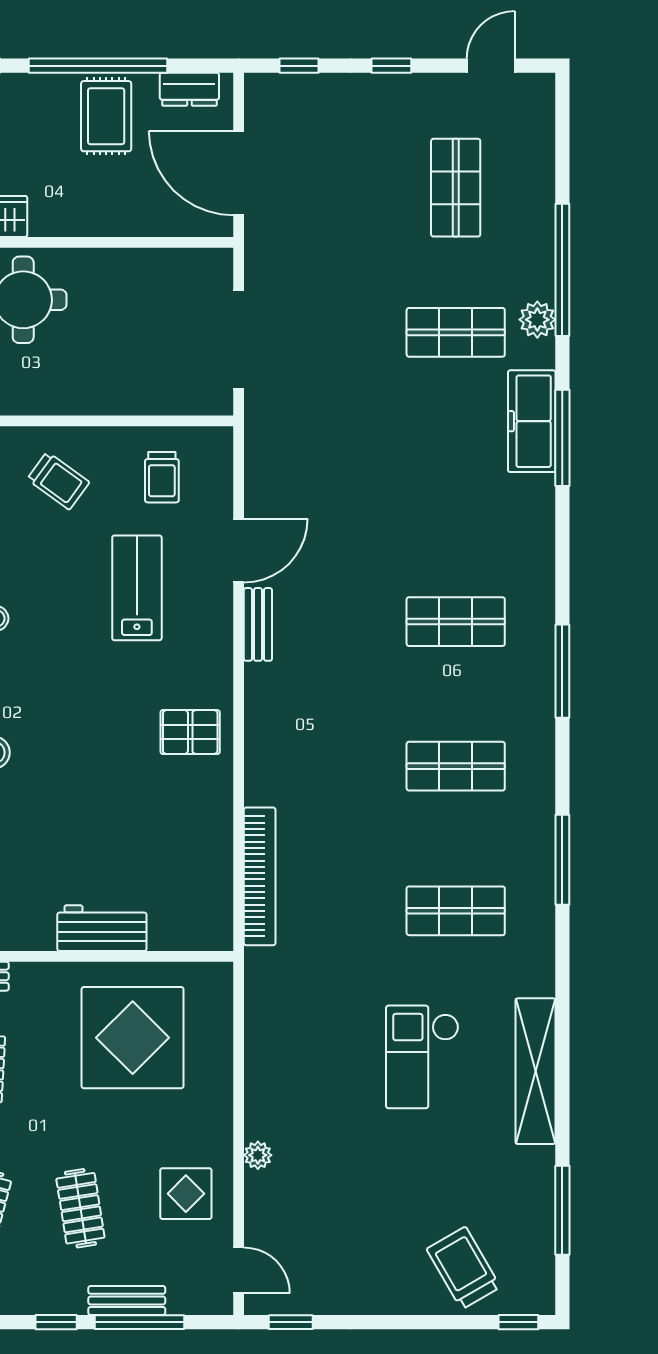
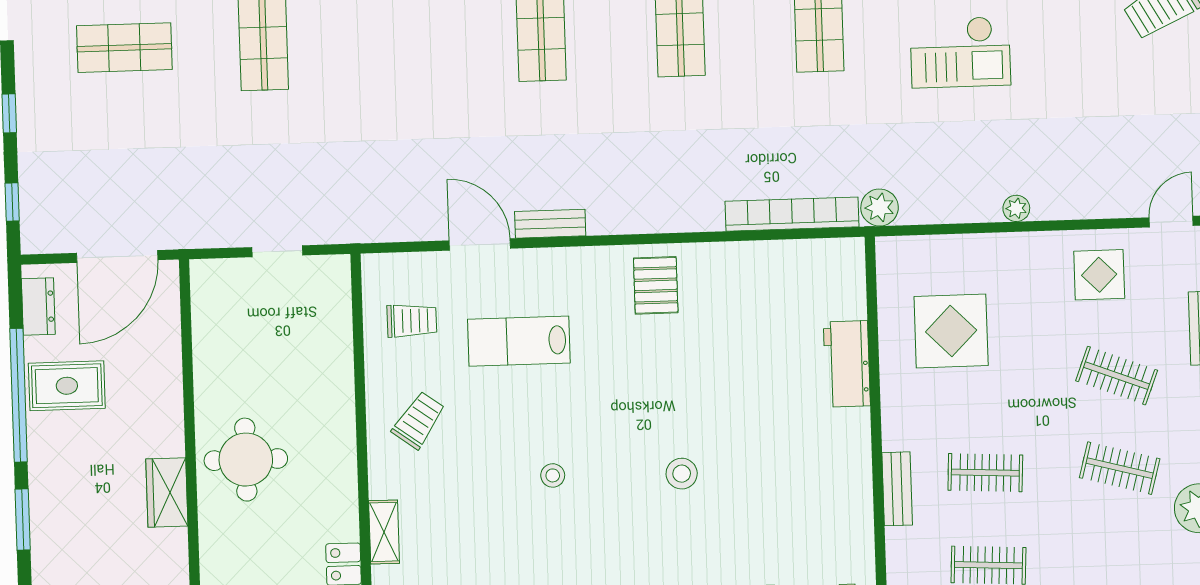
doorway: (239, 340) -> (277, 251), width x0.53
plant: (263, 968) -> (880, 208), added
display table: (133, 1038) -> (951, 331), width x0.73, depth x0.73
plant: (258, 1155) -> (1016, 208), moved
clothes rail: (80, 1208) -> (1117, 376), turned 30

